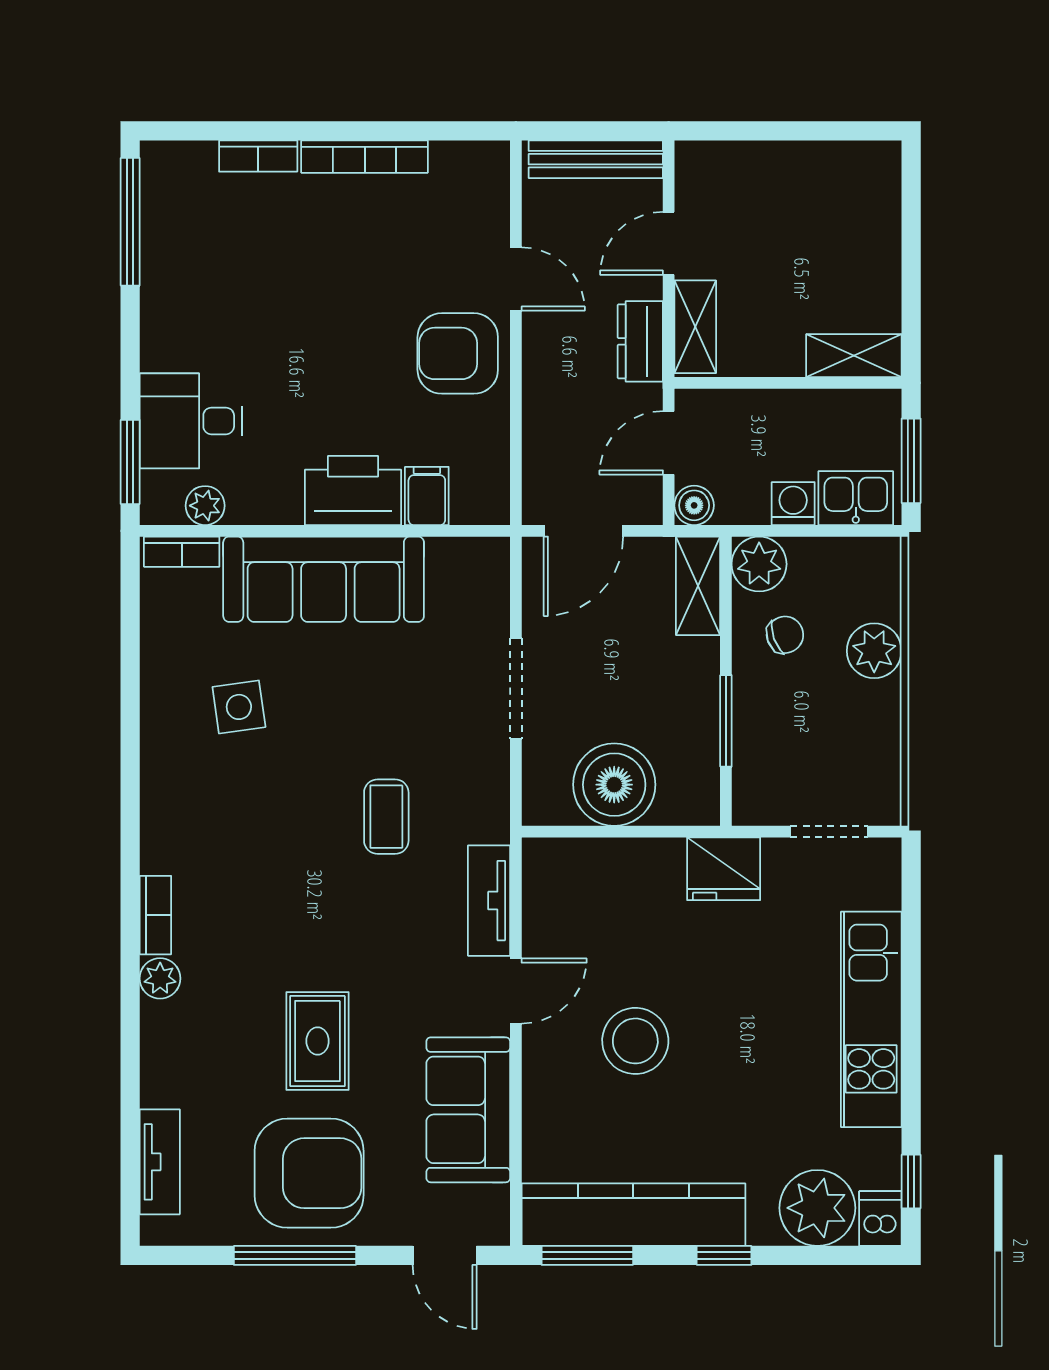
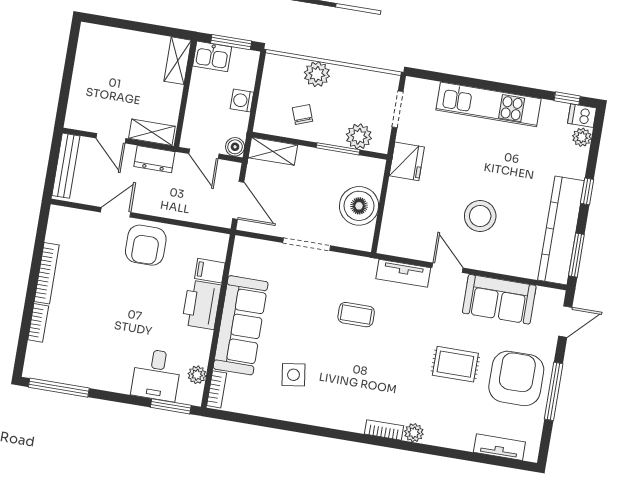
kitchen sink: (856, 498) -> (212, 56), moved, turned -90
plant: (759, 564) -> (359, 136), moved
plant: (817, 1208) -> (582, 137), width x0.53, depth x0.53

